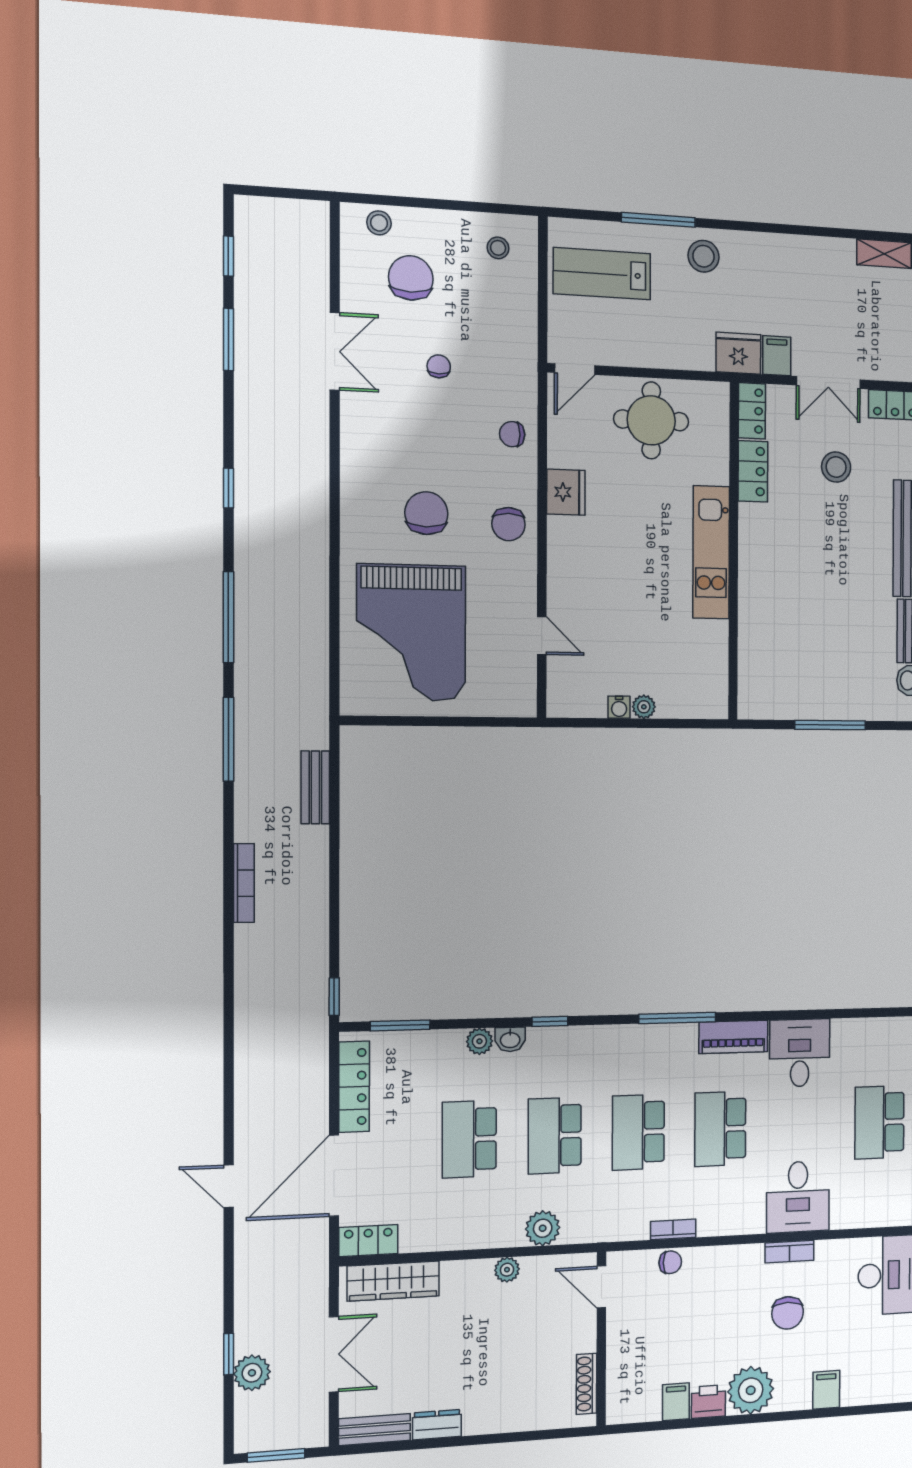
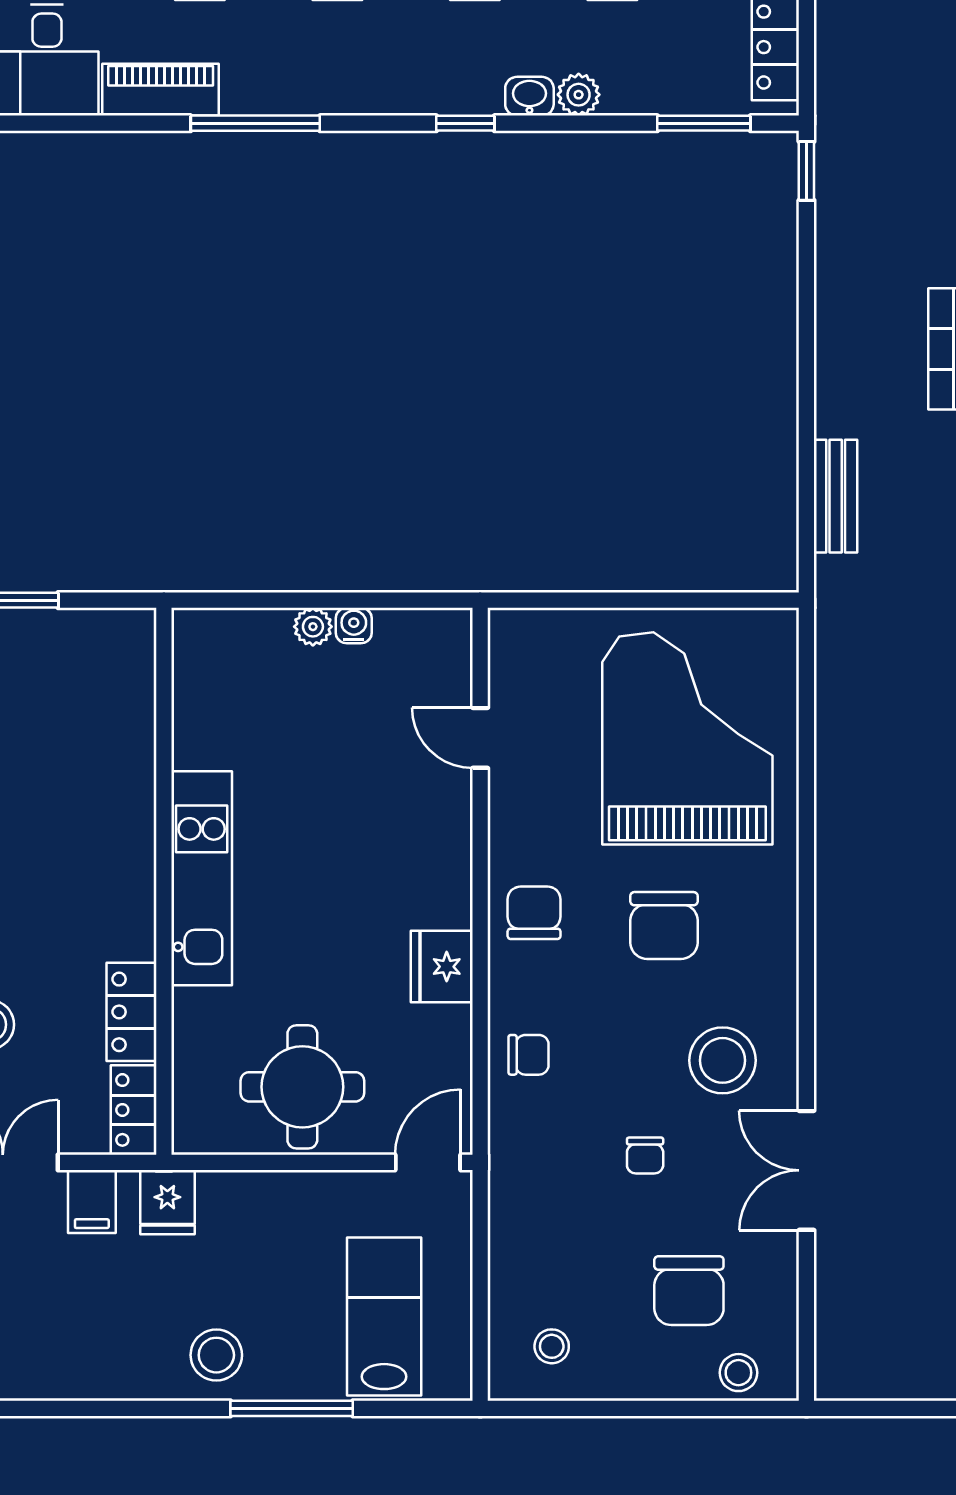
lab bench: (602, 274) -> (384, 1316), turned -90
fridge: (738, 353) -> (167, 1202), width x0.72
stool: (389, 425) -> (722, 1060), added

